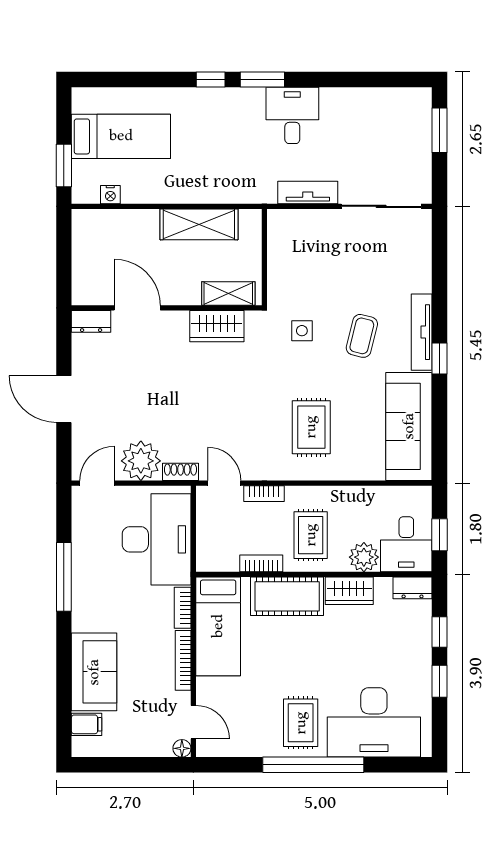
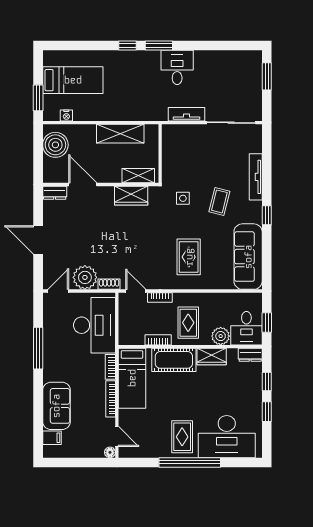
boiler: (92, 243) -> (55, 145), added
tv unit: (422, 332) -> (256, 177), moved

